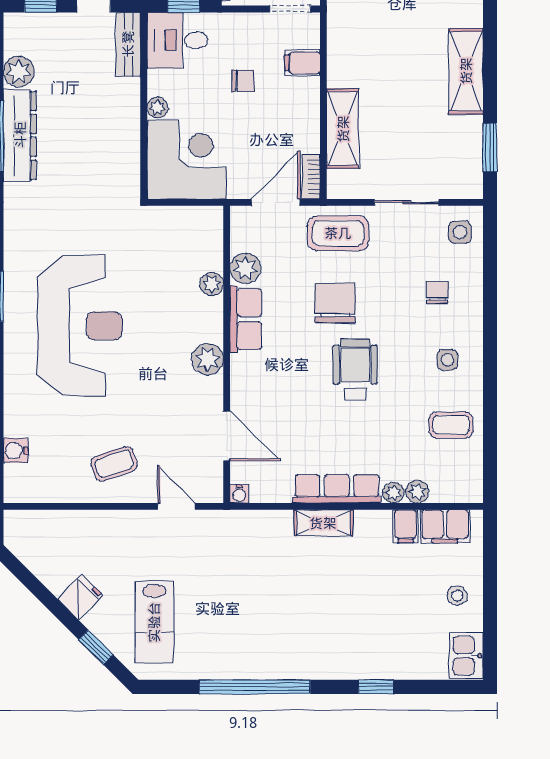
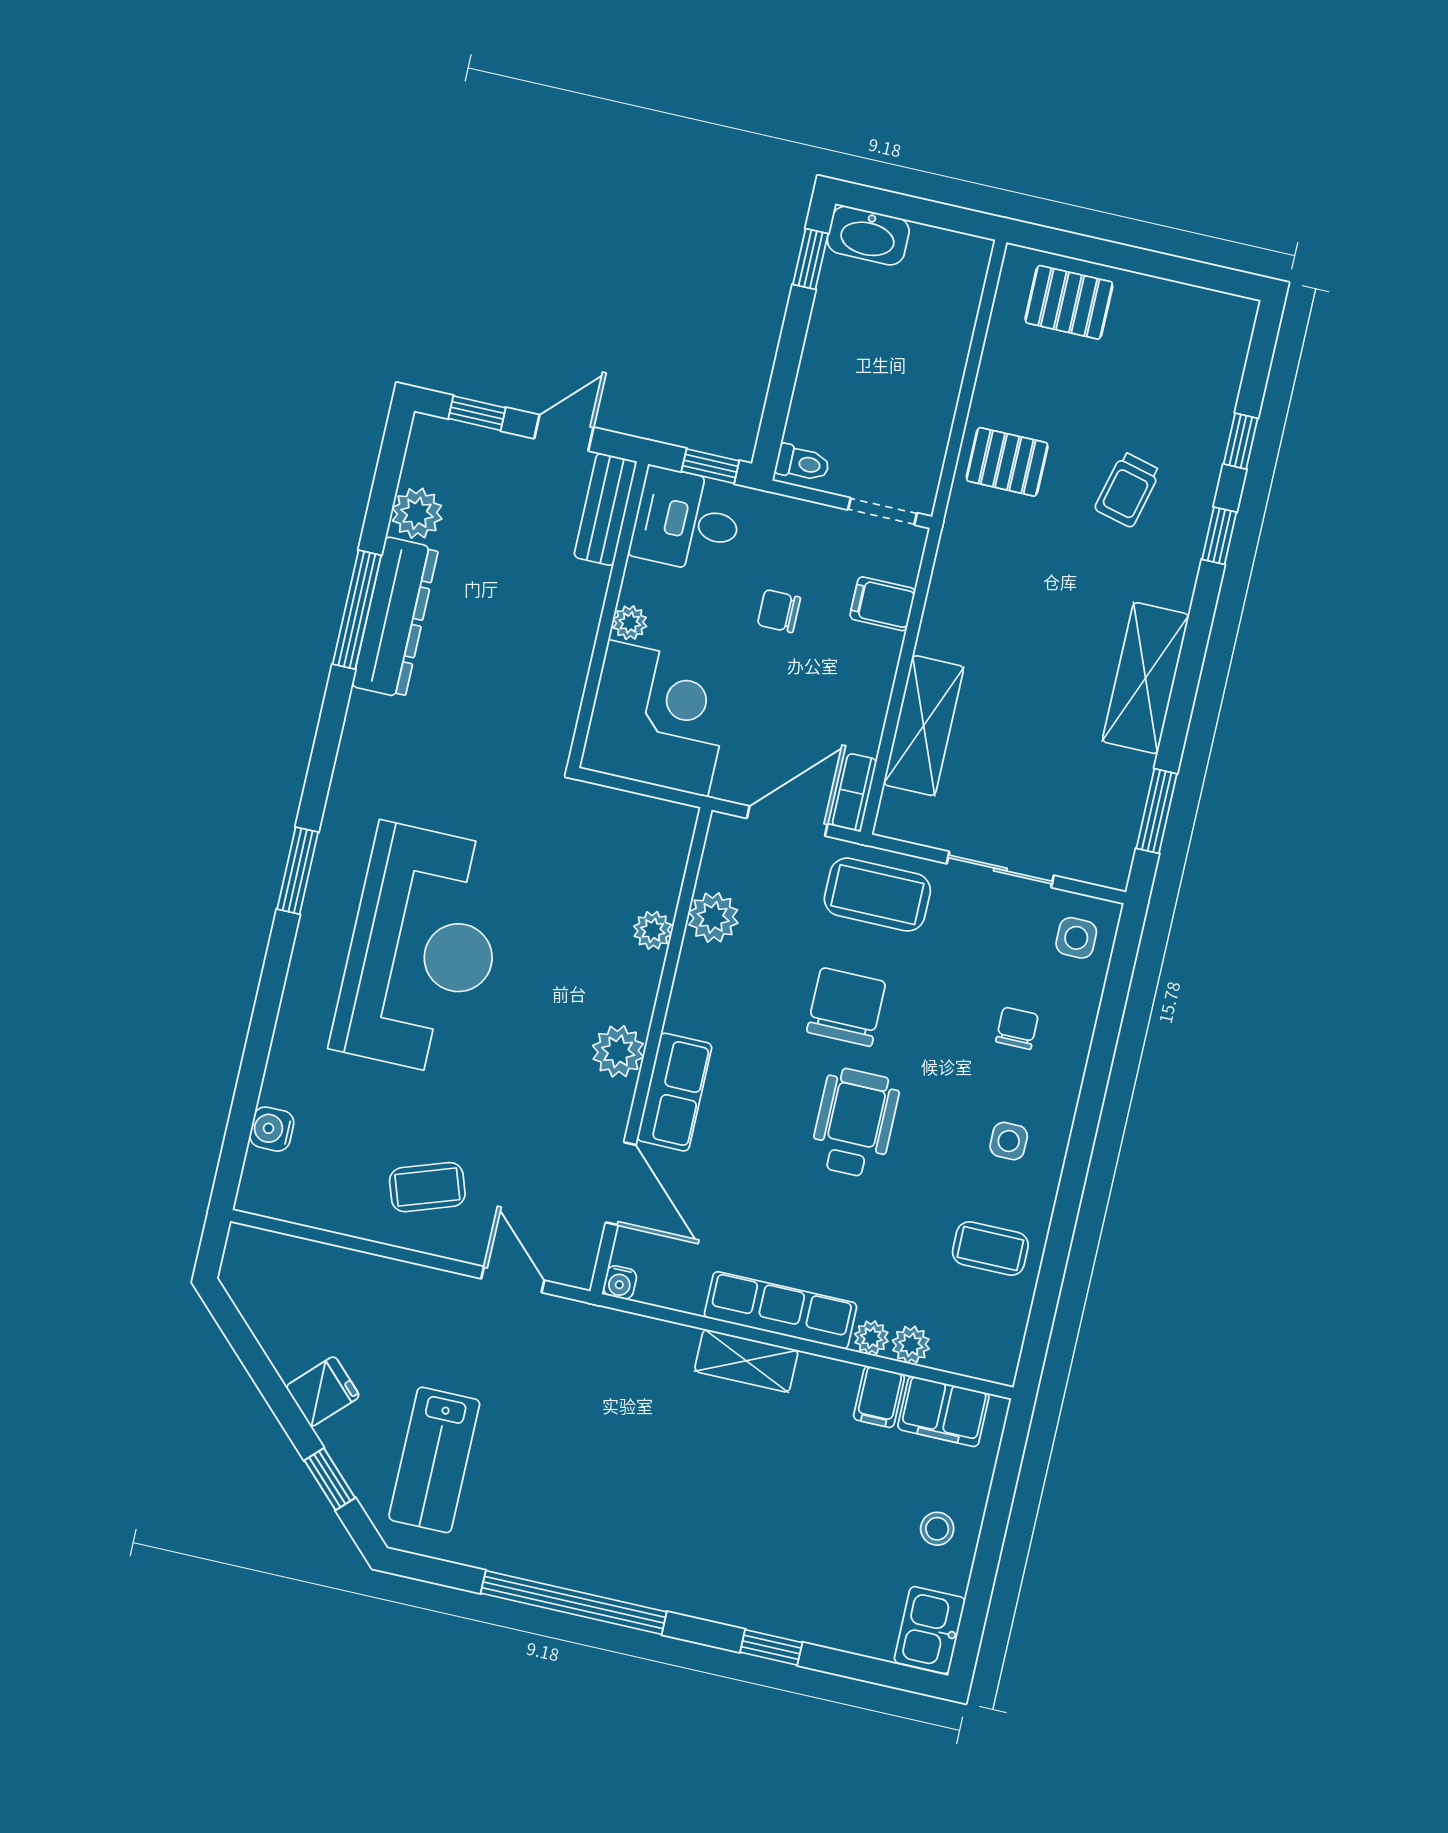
chair: (243, 81) -> (779, 611), turned 180
row of seats: (246, 319) -> (675, 1092), moved

